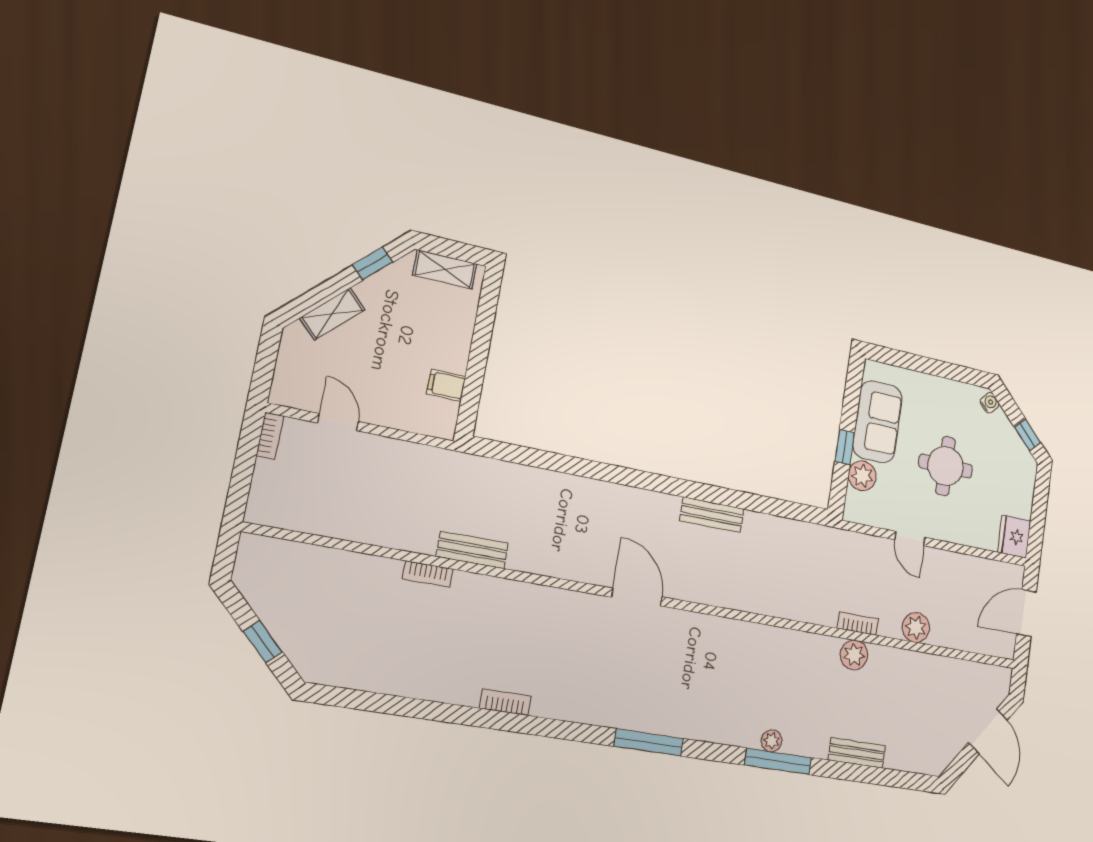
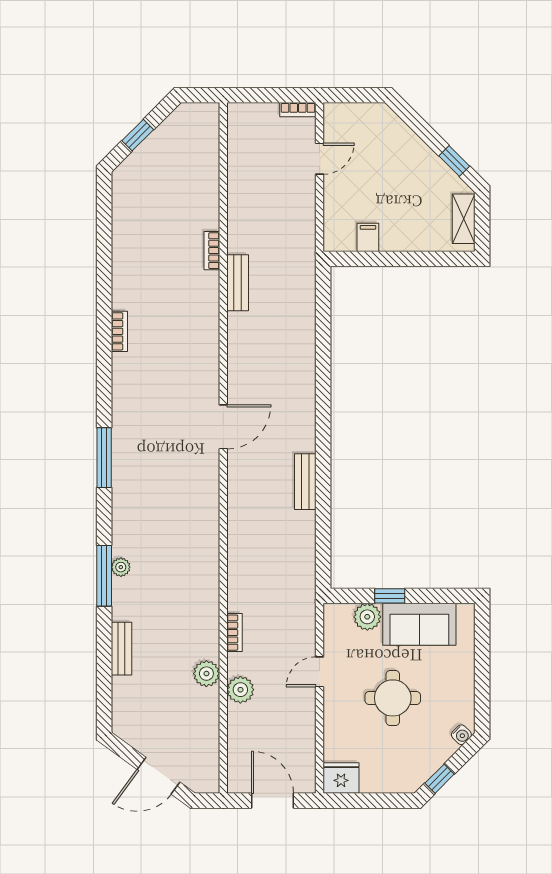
shelving: (332, 314) -> (406, 138), removed
plant: (854, 655) -> (206, 674), moved

